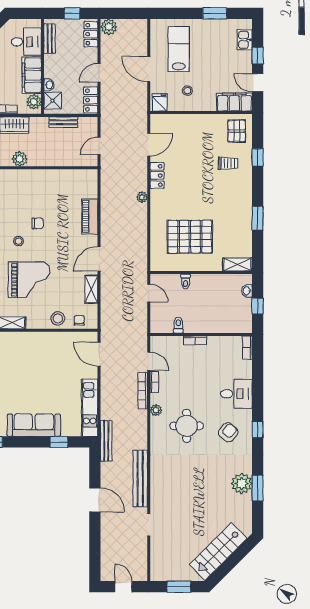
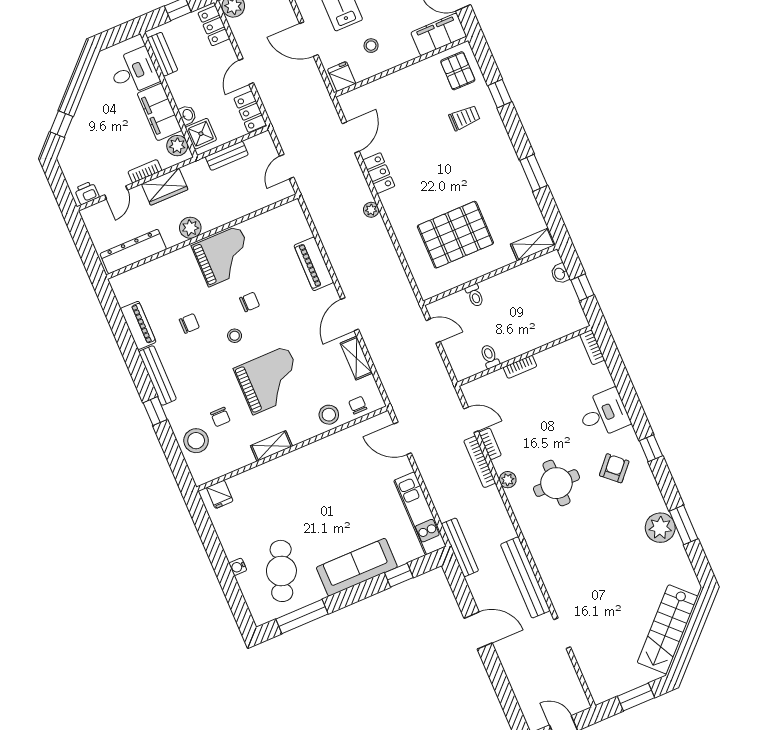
grand piano: (34, 187) -> (224, 256), added

